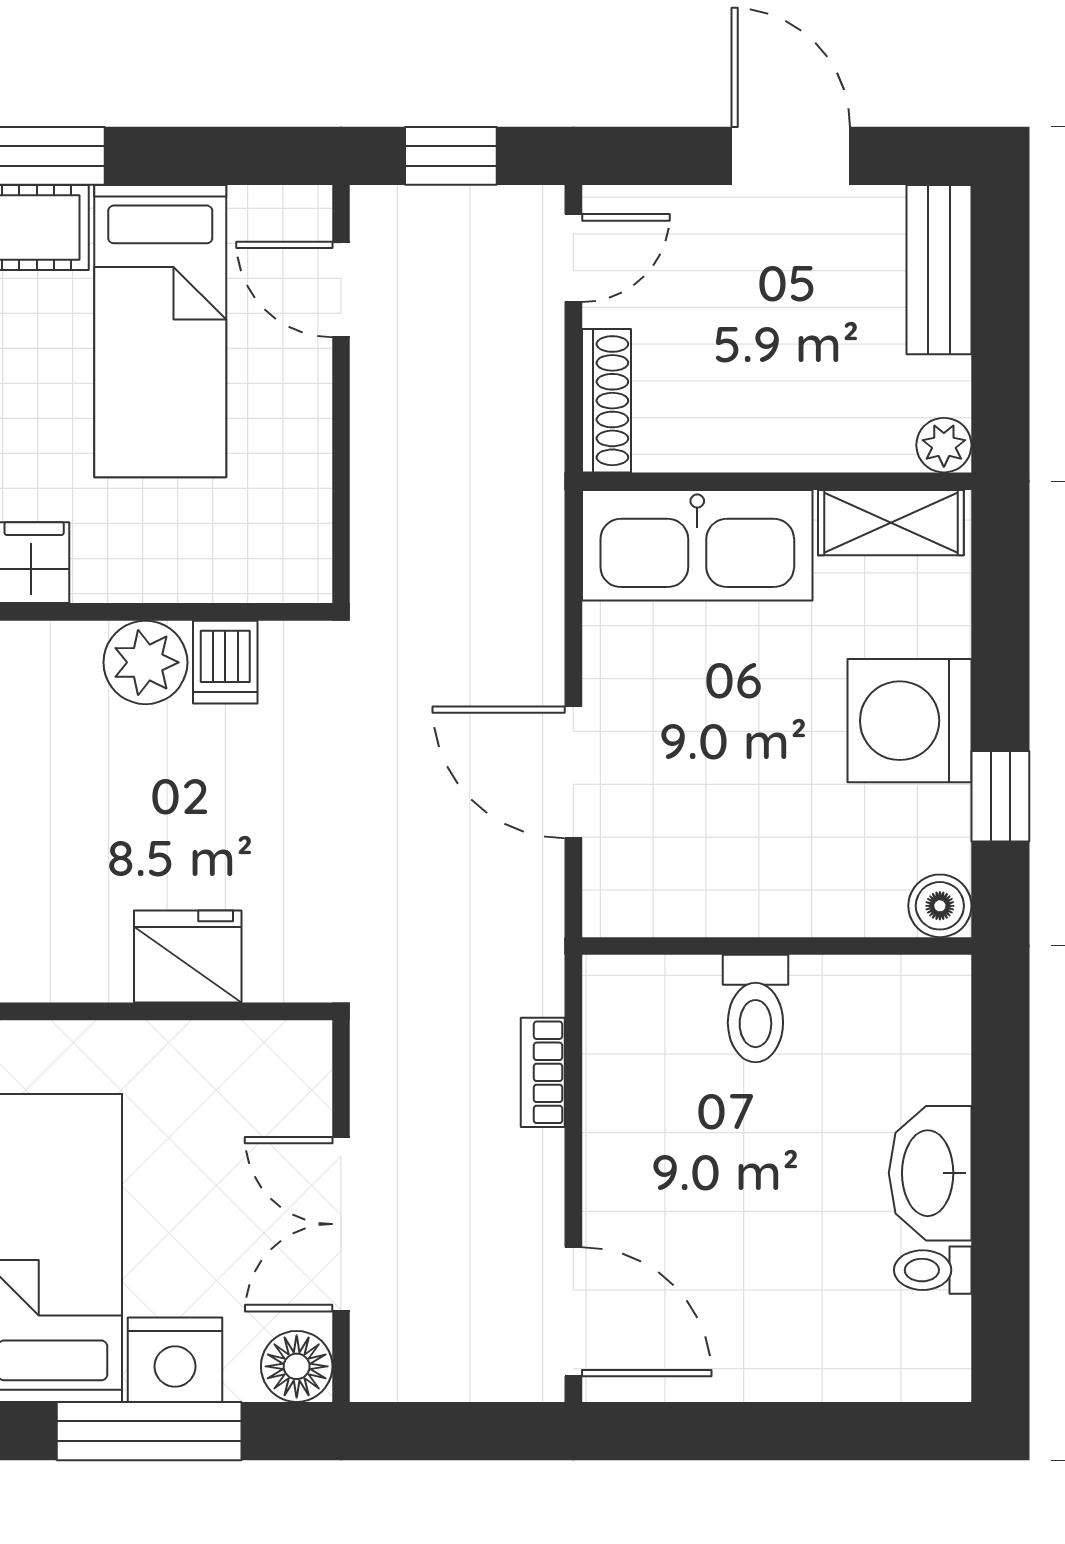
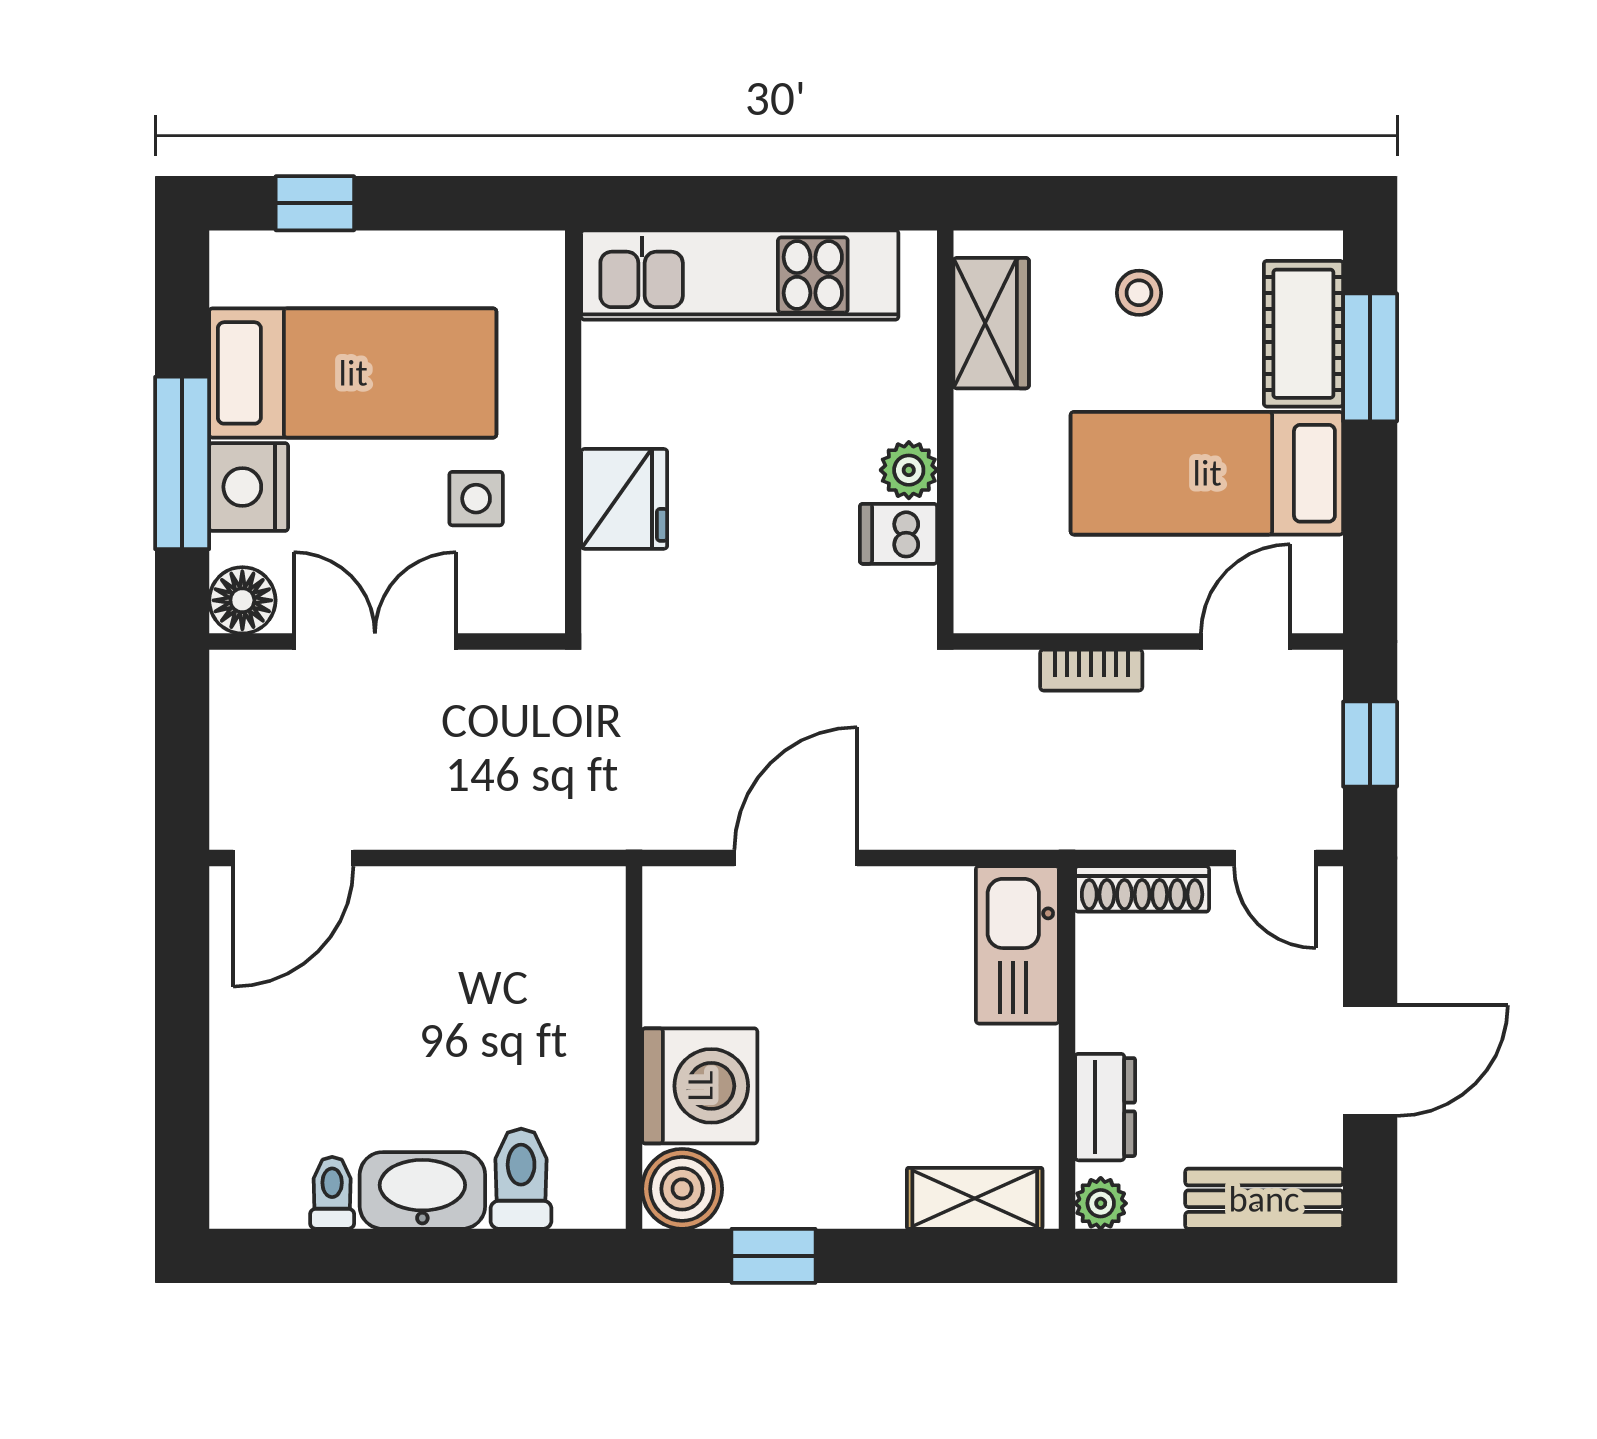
dresser: (841, 440) -> (1105, 1107), added
shelving: (891, 523) -> (975, 1198), moved, turned 90
kitchen sink: (697, 545) -> (1017, 945), width x0.73, depth x0.81
plant: (145, 662) -> (909, 470), width x0.73, depth x0.73
washing machine: (909, 721) -> (700, 1086), moved, turned 90
boiler: (940, 906) -> (682, 1189), width x1.36, depth x1.36
toilet: (755, 1009) -> (521, 1179), moved, turned 90
bookcase: (543, 1072) -> (1091, 670), moved, turned 180
side table: (187, 1116) -> (476, 499), added

